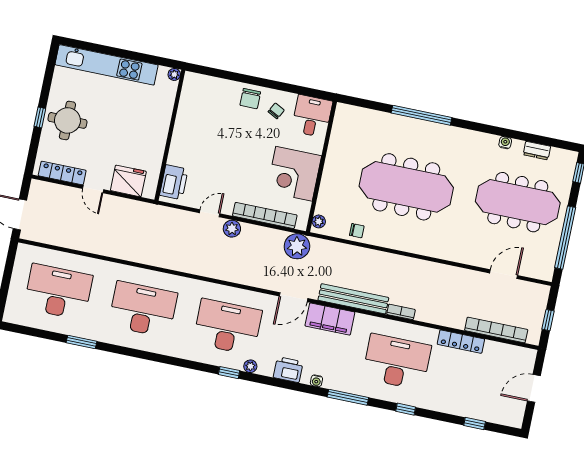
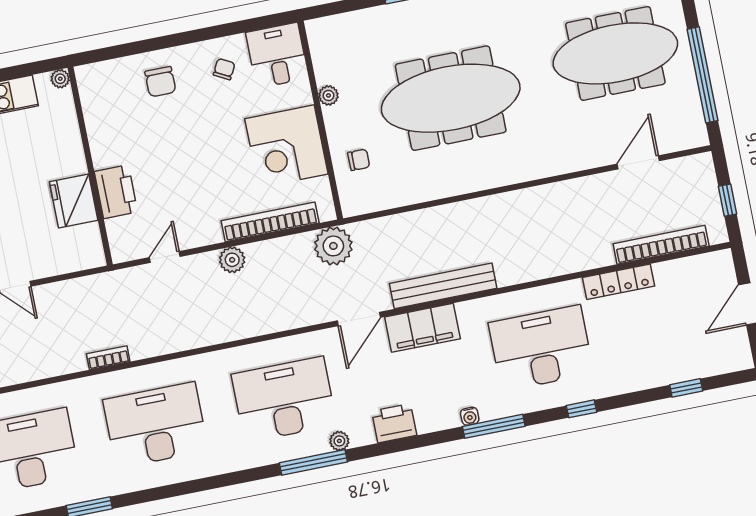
chair: (250, 99) -> (160, 82), moved
fridge: (128, 181) -> (74, 201), moved, turned -90
printer: (174, 182) -> (116, 192), moved
door: (210, 213) -> (165, 257), moved
plant: (319, 221) -> (328, 95), moved
chair: (357, 231) -> (359, 160), moved
bookcase: (401, 312) -> (108, 358), moved
window: (229, 373) -> (313, 462), width x2.17
water cooler: (316, 381) -> (470, 416), moved

